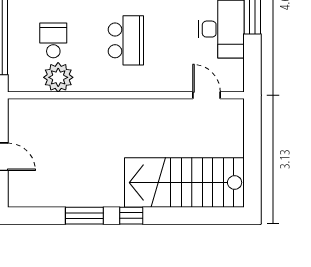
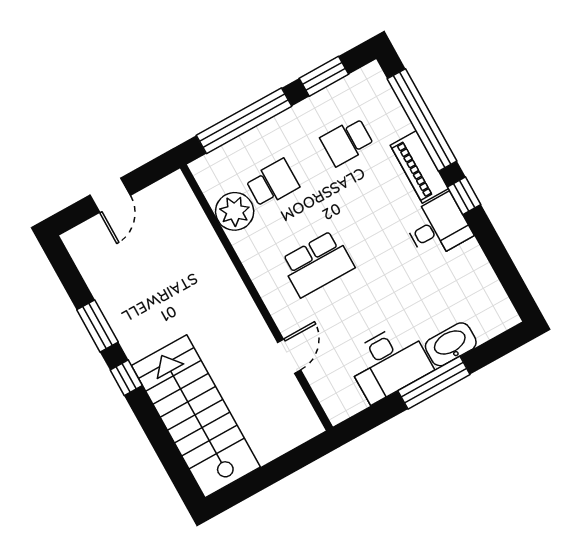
door: (206, 95) -> (289, 356), moved

